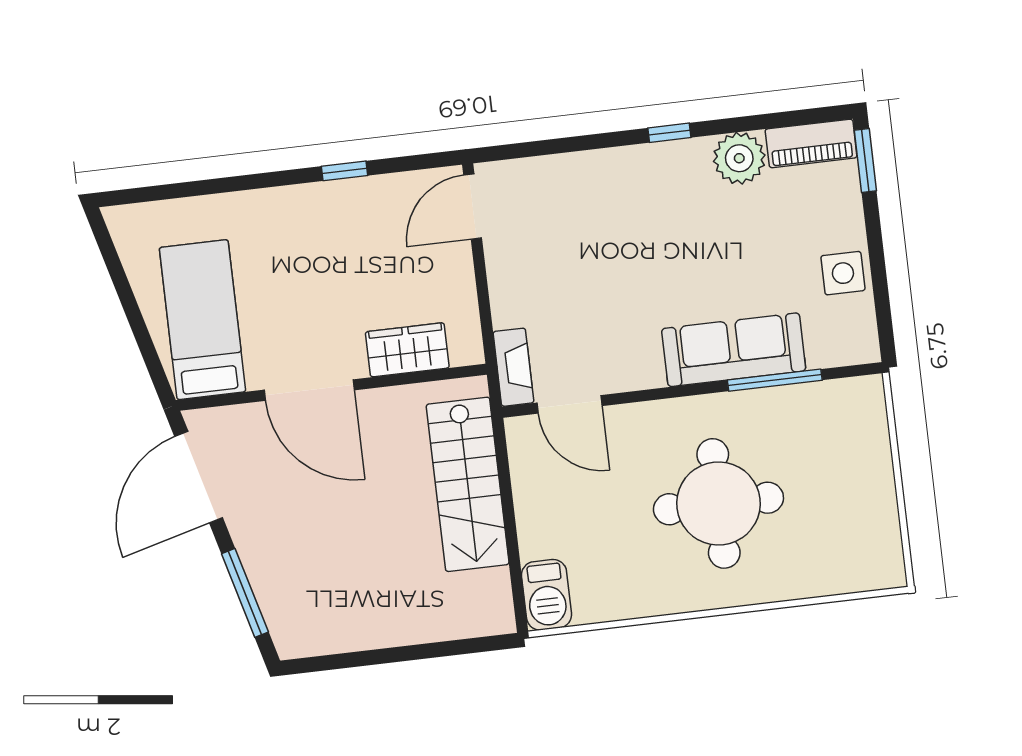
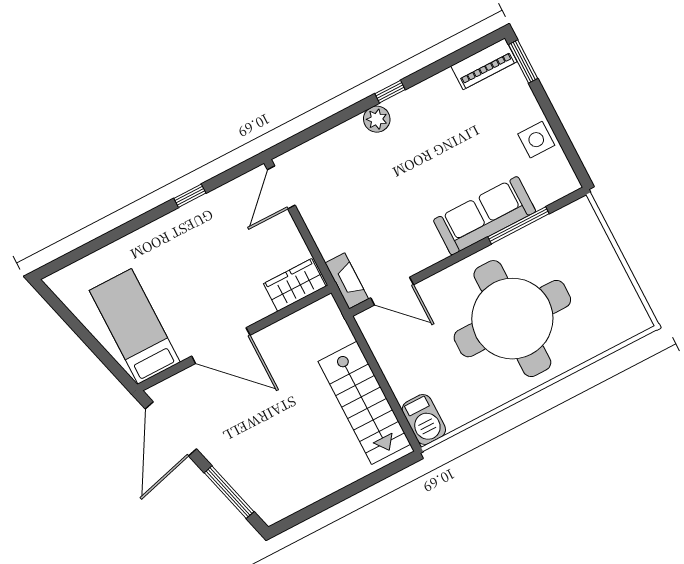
plant: (739, 158) -> (377, 119), moved, width x0.73, depth x0.73
wardrobe: (407, 350) -> (295, 285), moved
stairs: (468, 484) -> (364, 403), moved
round table: (718, 503) -> (512, 319), width x1.36, depth x1.36

